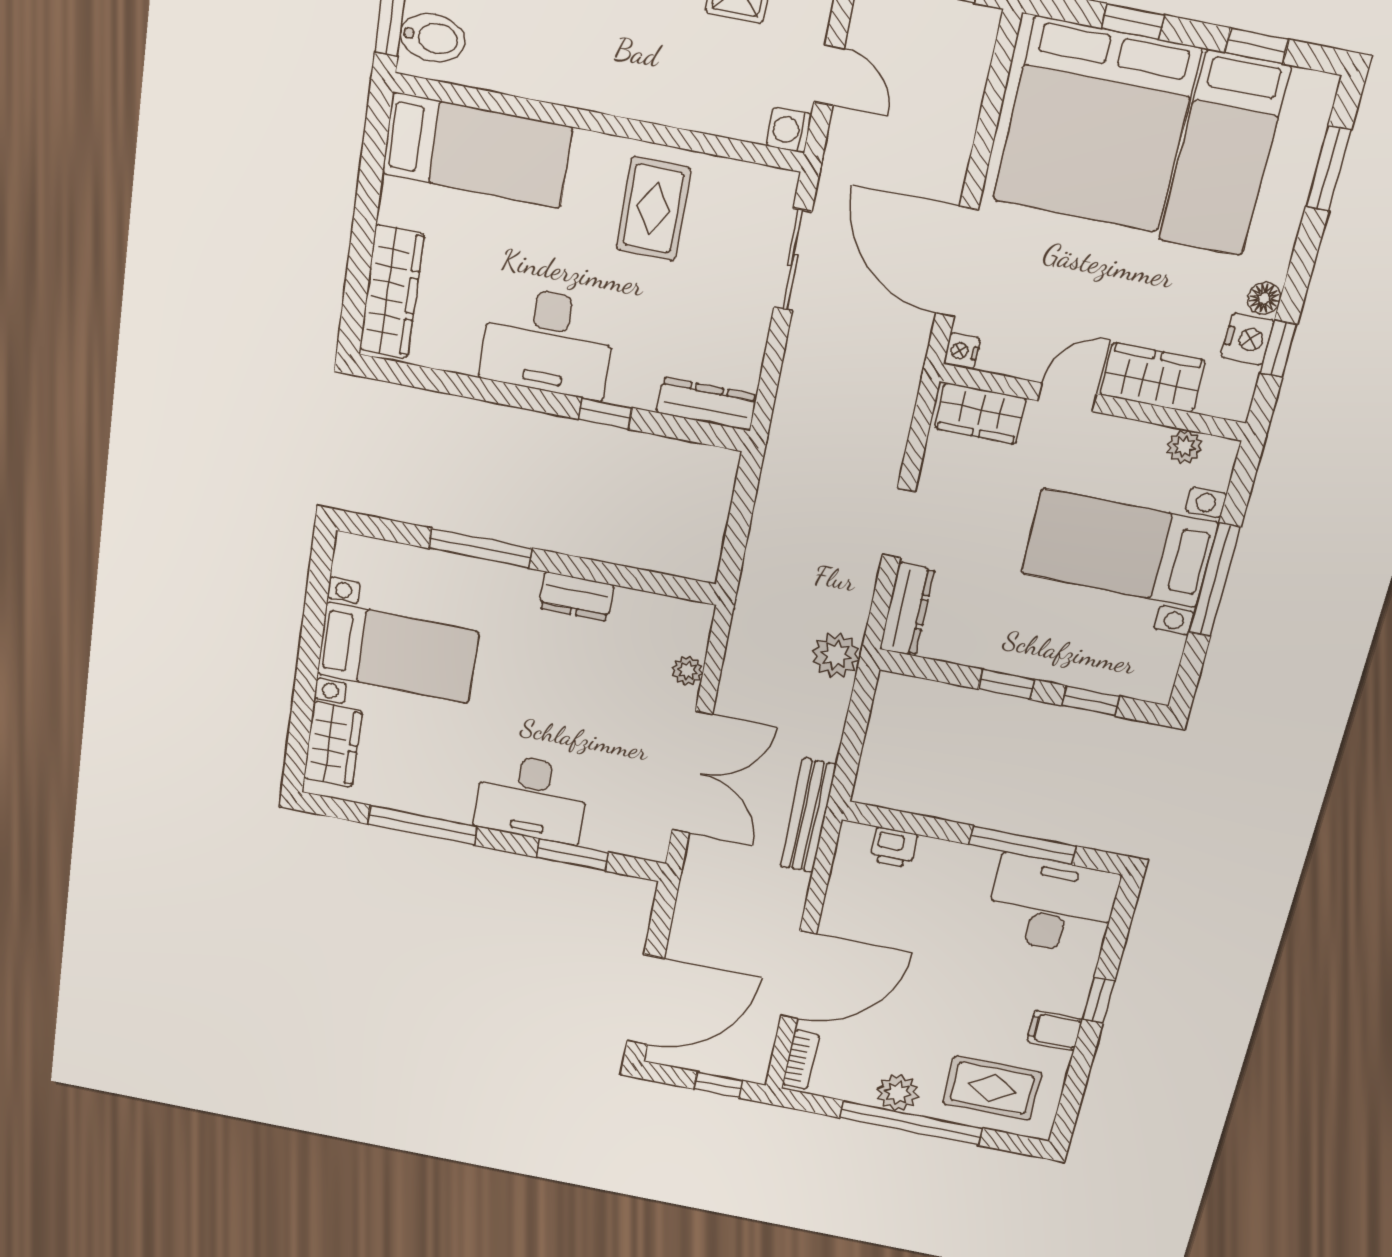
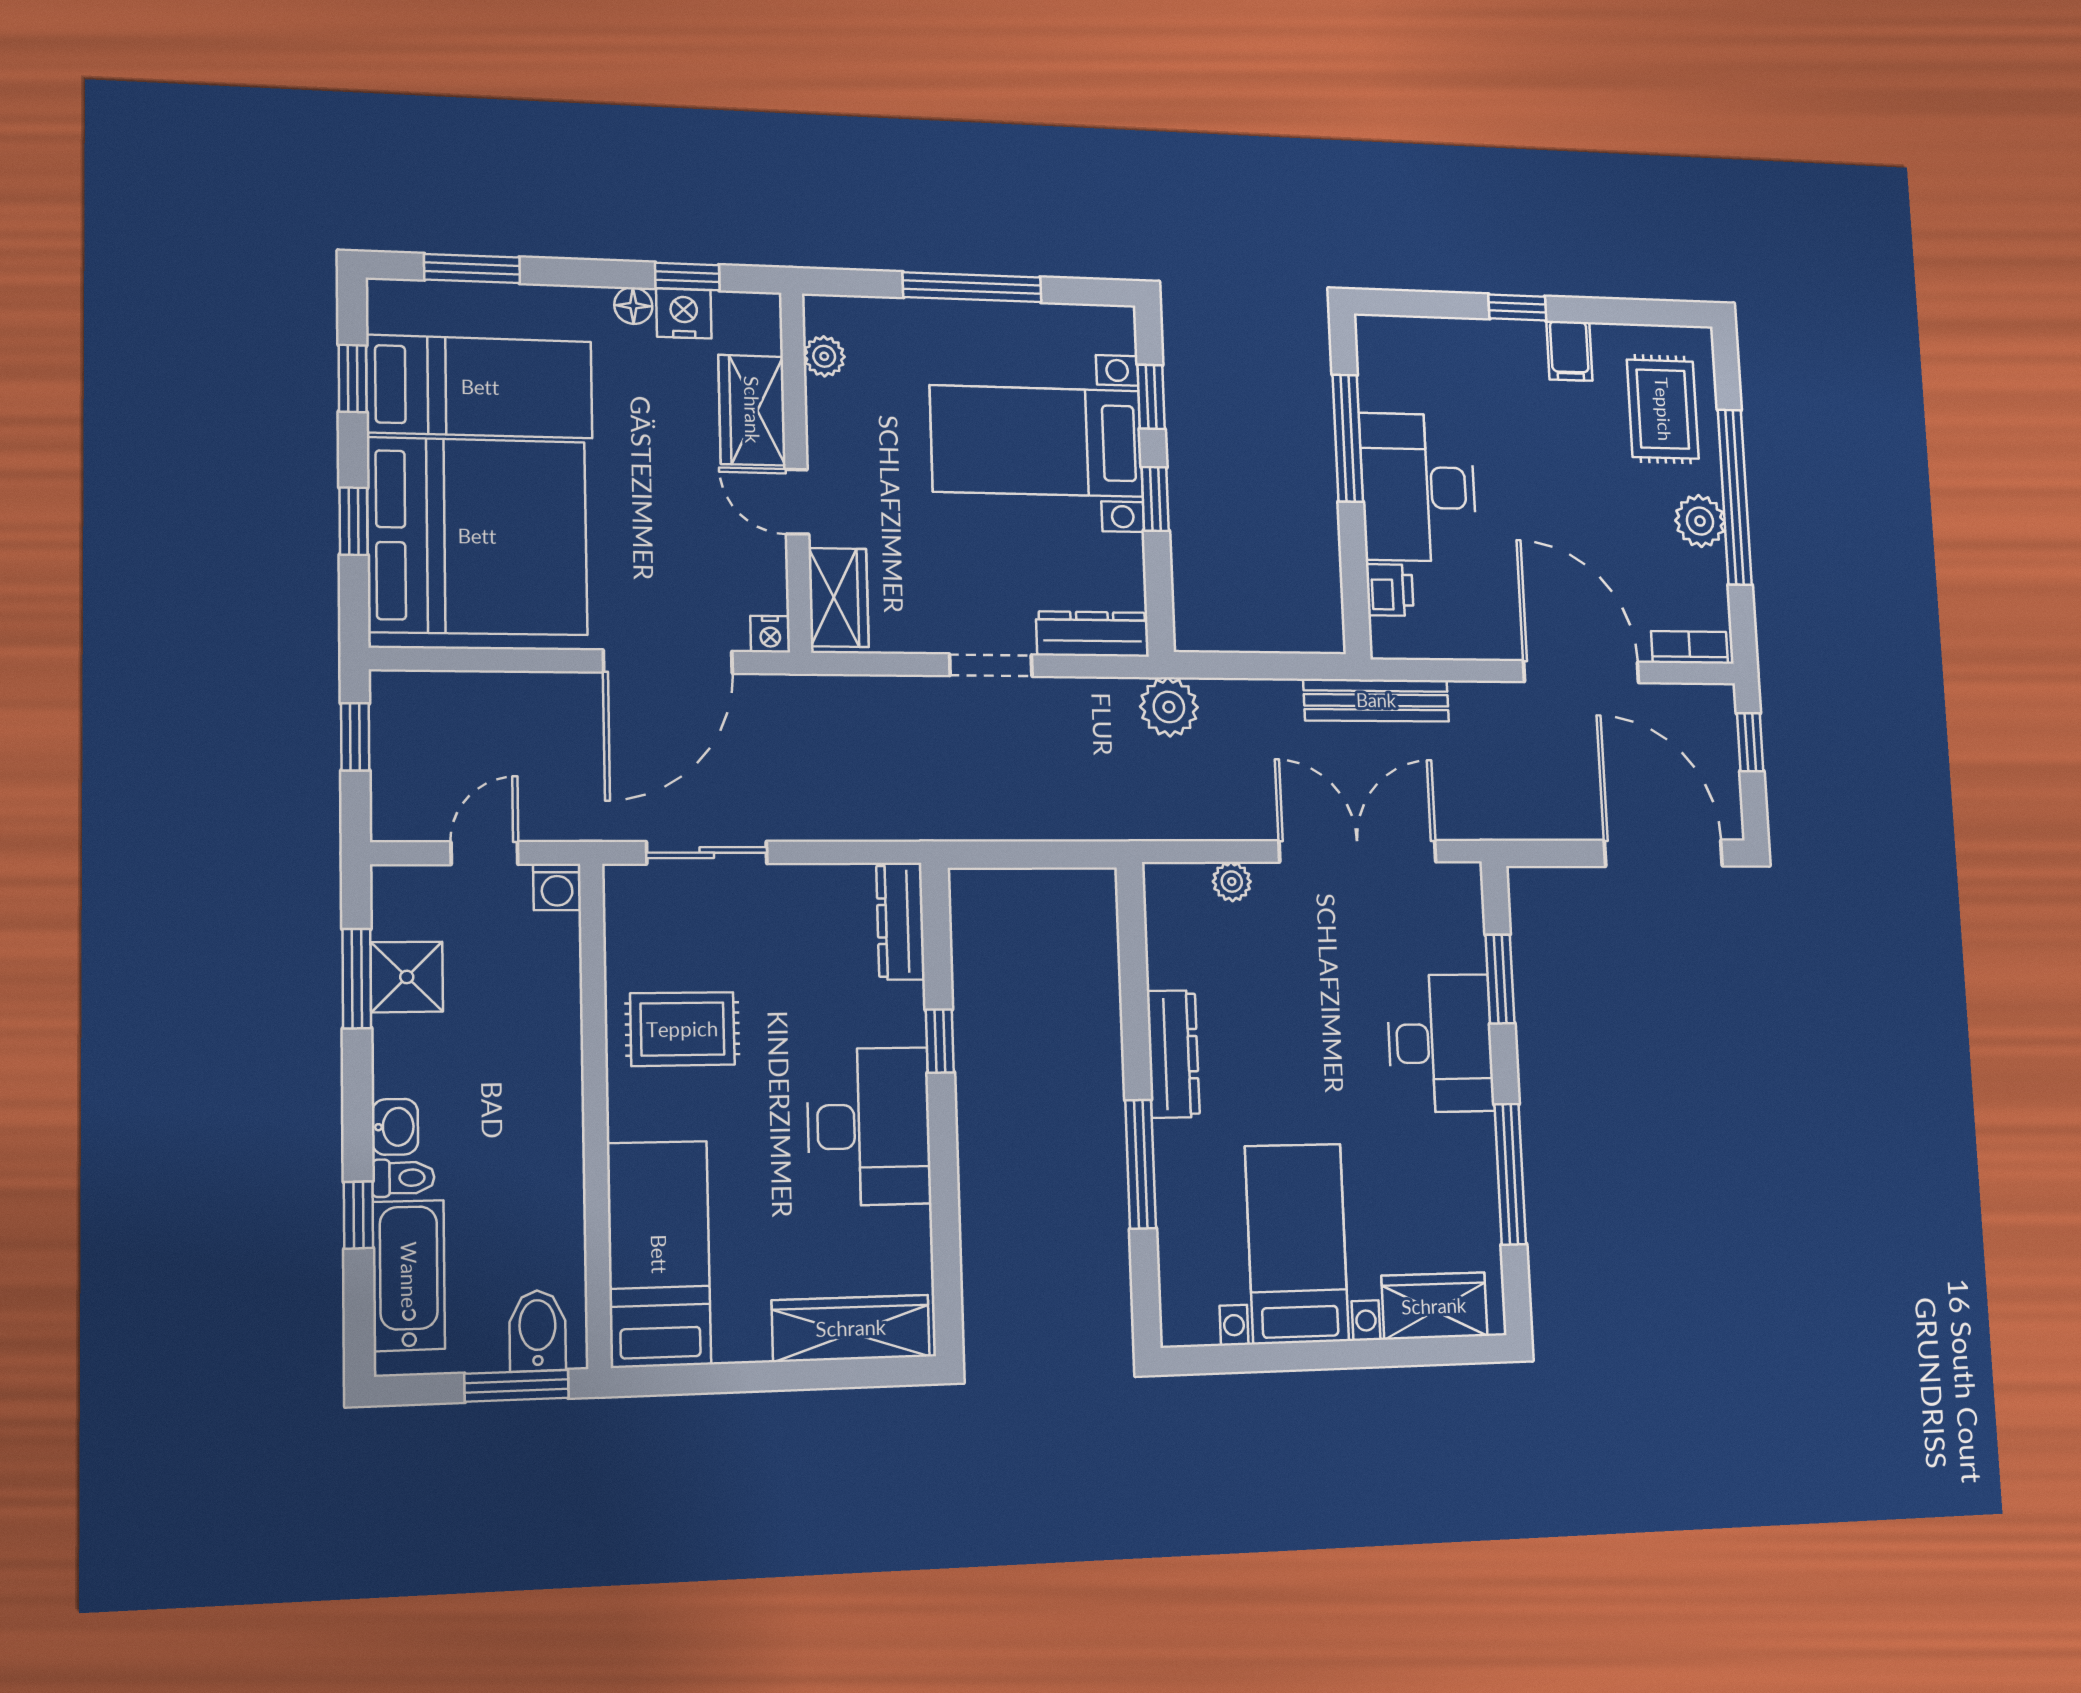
bed with nightstands: (1119, 548) -> (1037, 441), moved, turned 90
dresser: (576, 596) -> (1173, 1054), width x1.44
desk: (1051, 905) -> (1418, 487), moved

